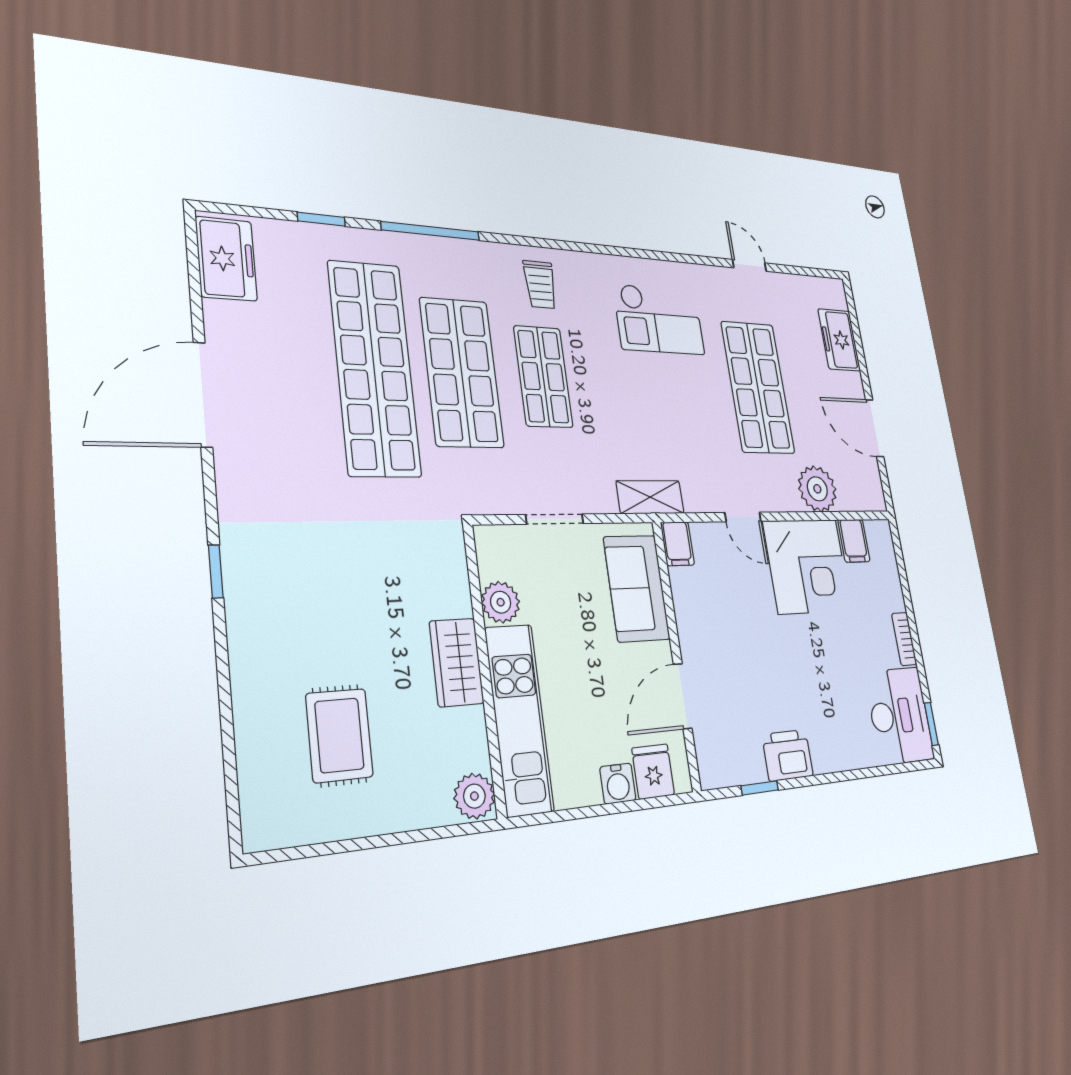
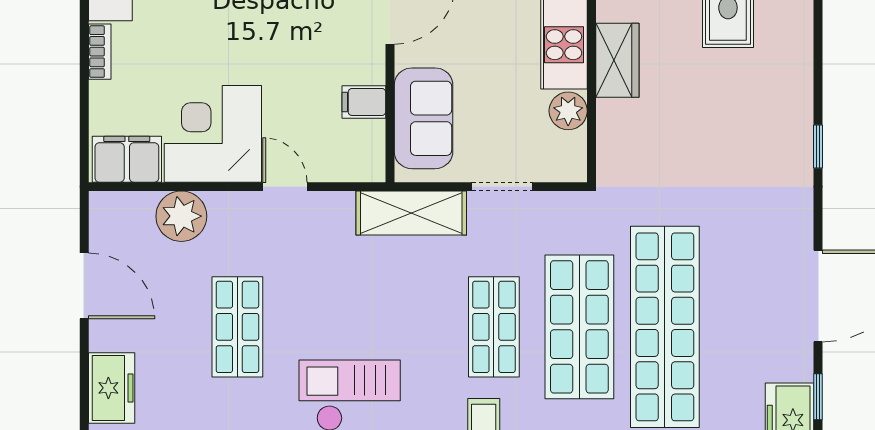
window: (195, 281) -> (818, 397), added
shop shelf: (758, 387) -> (237, 327), width x0.70, depth x0.74
shelving: (650, 497) -> (411, 213), width x1.50, depth x1.33
filing cabinet: (854, 541) -> (127, 159), width x2.00
filing cabinet: (677, 544) -> (364, 102), moved, turned -90

